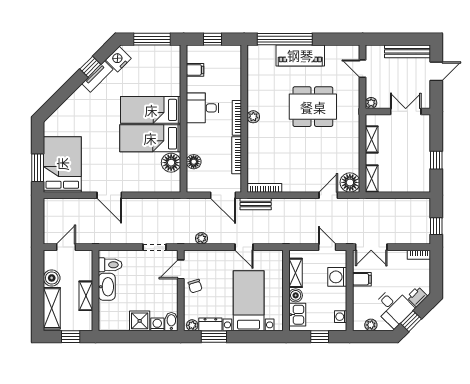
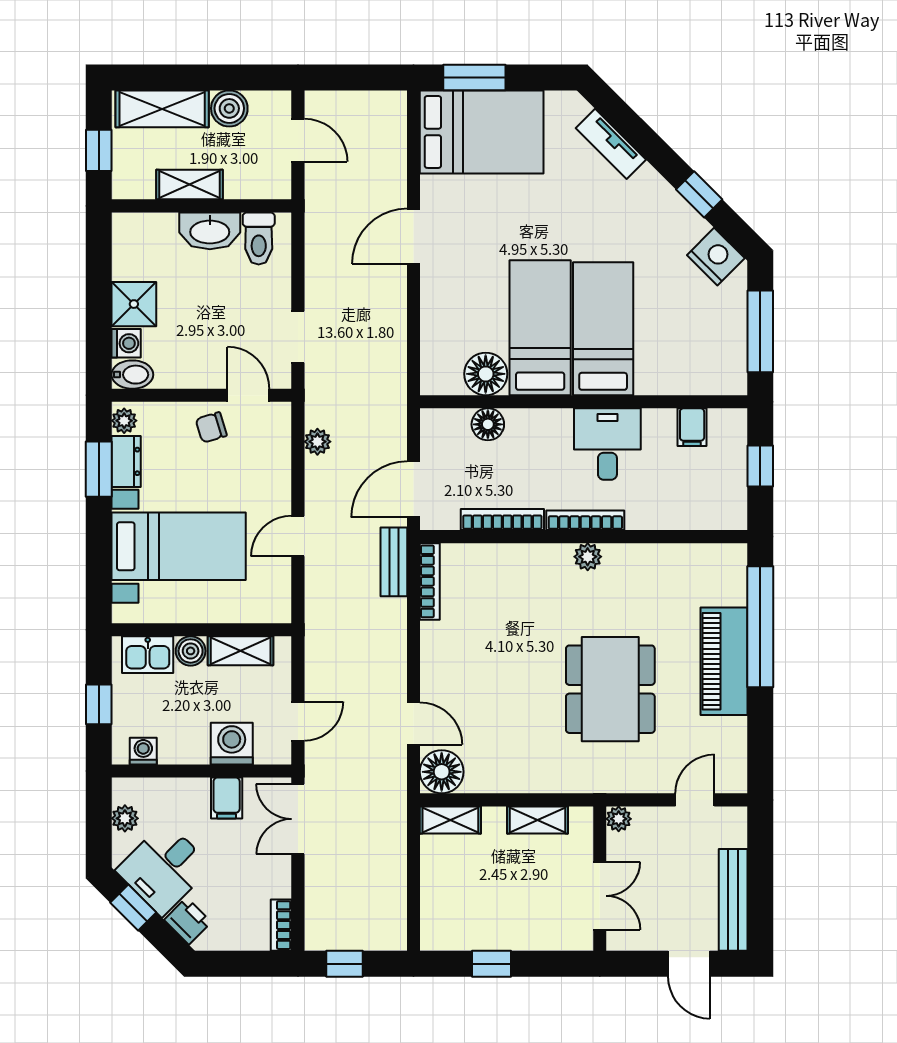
tv unit: (97, 77) -> (611, 144), moved

